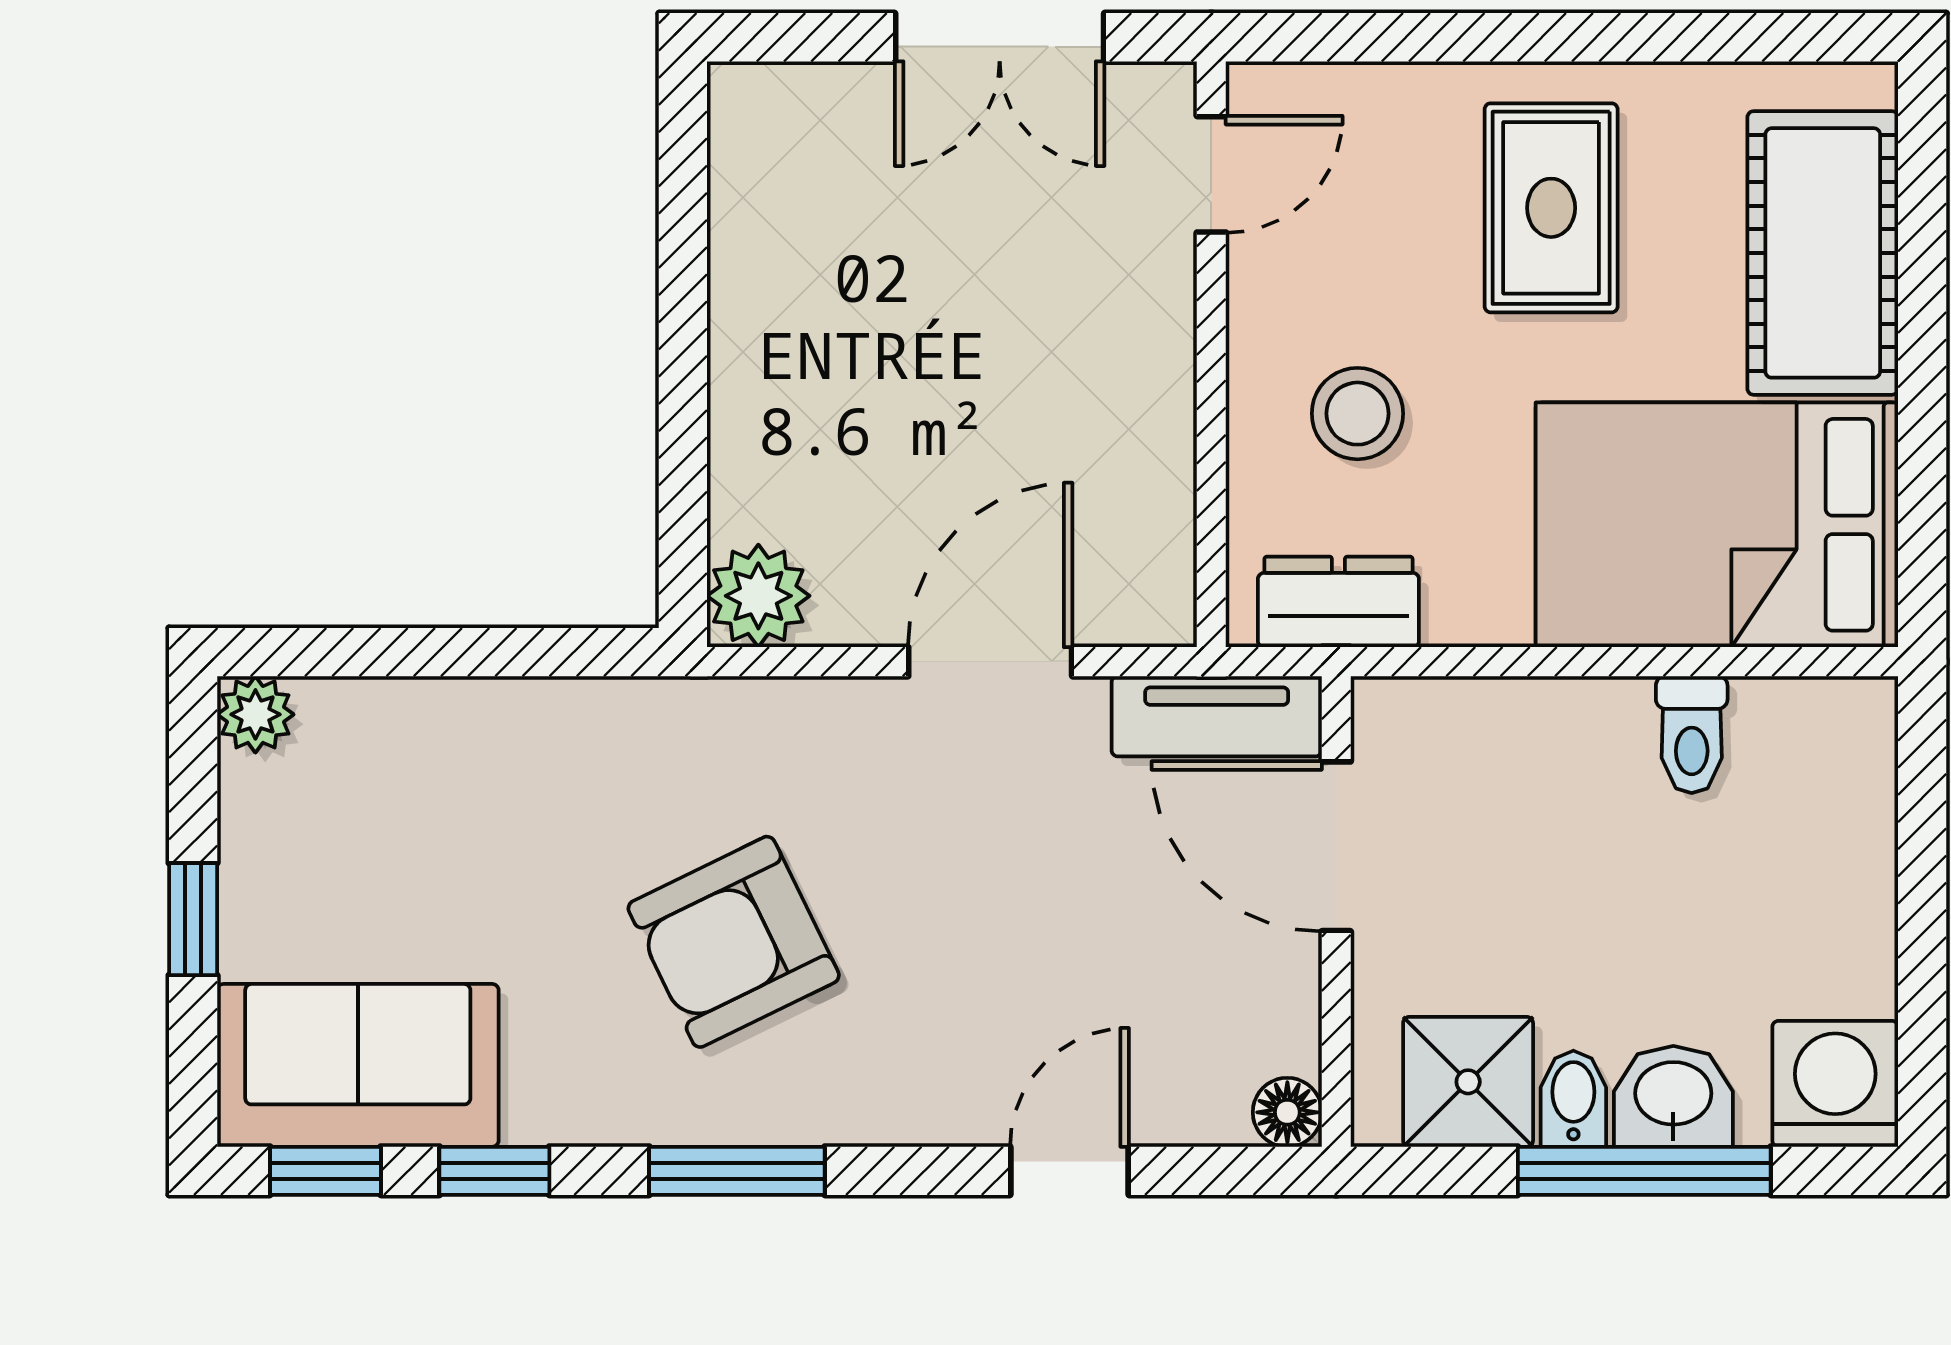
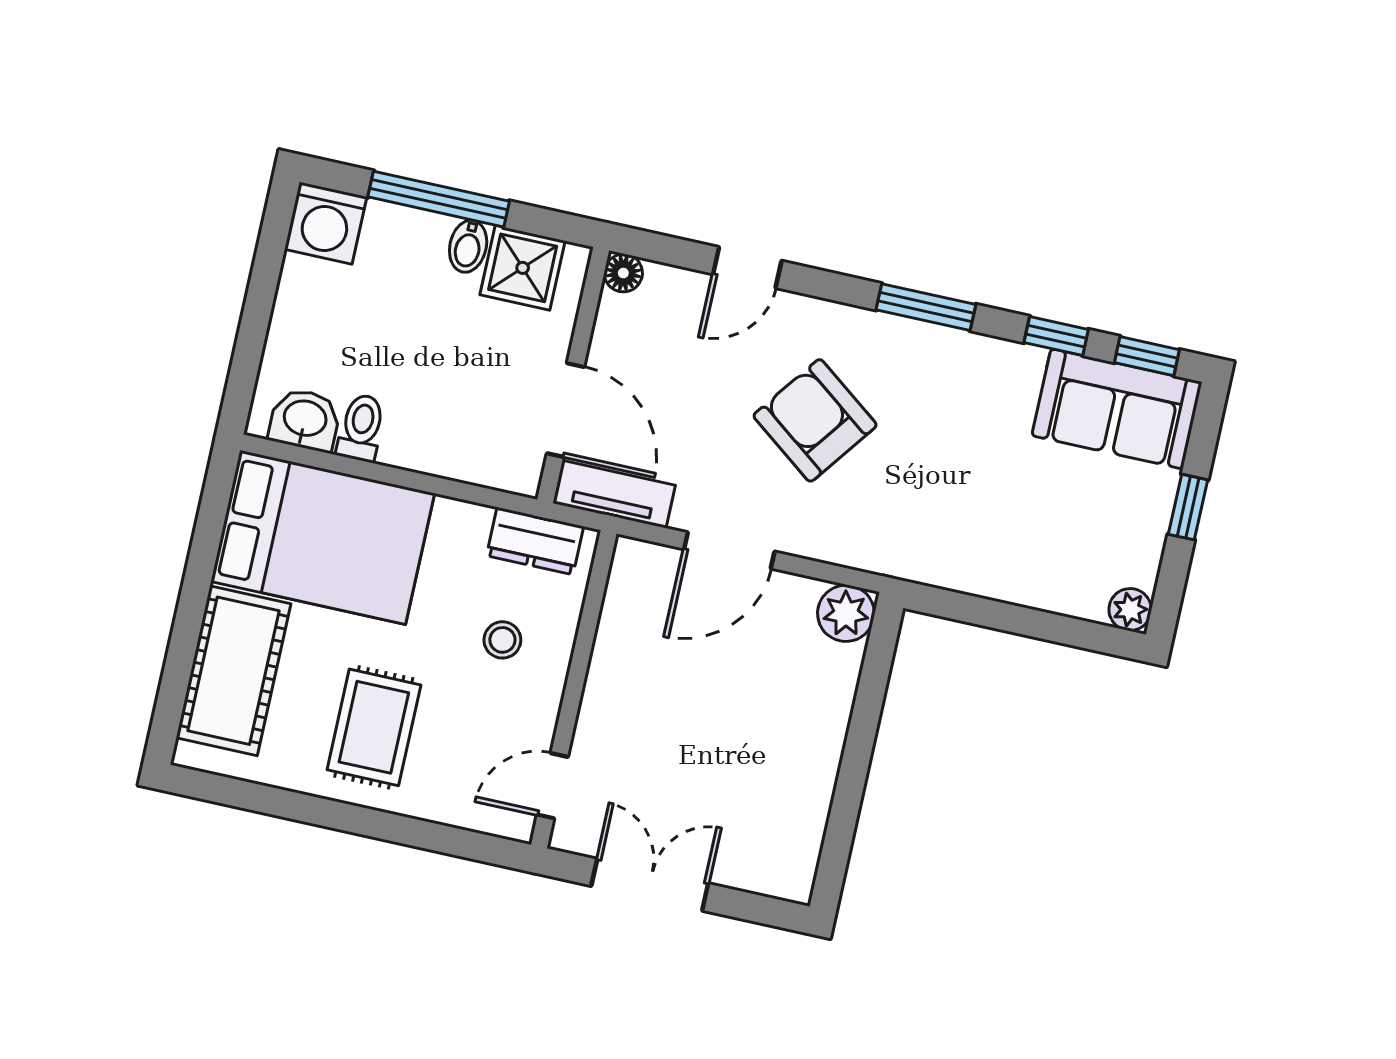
stool: (1357, 414) -> (502, 640), width x0.73, depth x0.73
armchair: (734, 942) -> (815, 420), moved, turned -117
washbasin: (1673, 1096) -> (305, 420), moved, turned 180

